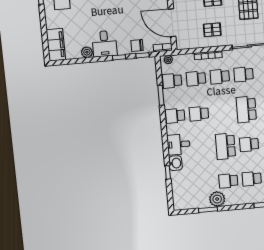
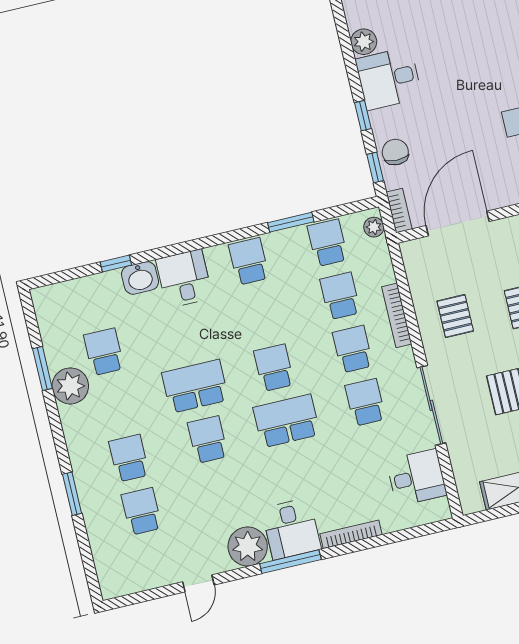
school desk: (199, 114) -> (274, 368), moved
school desk: (228, 181) -> (104, 352), moved

